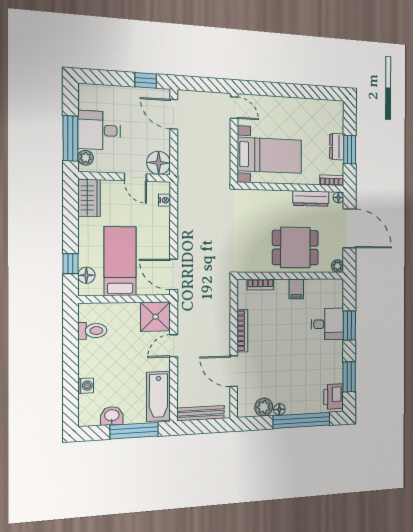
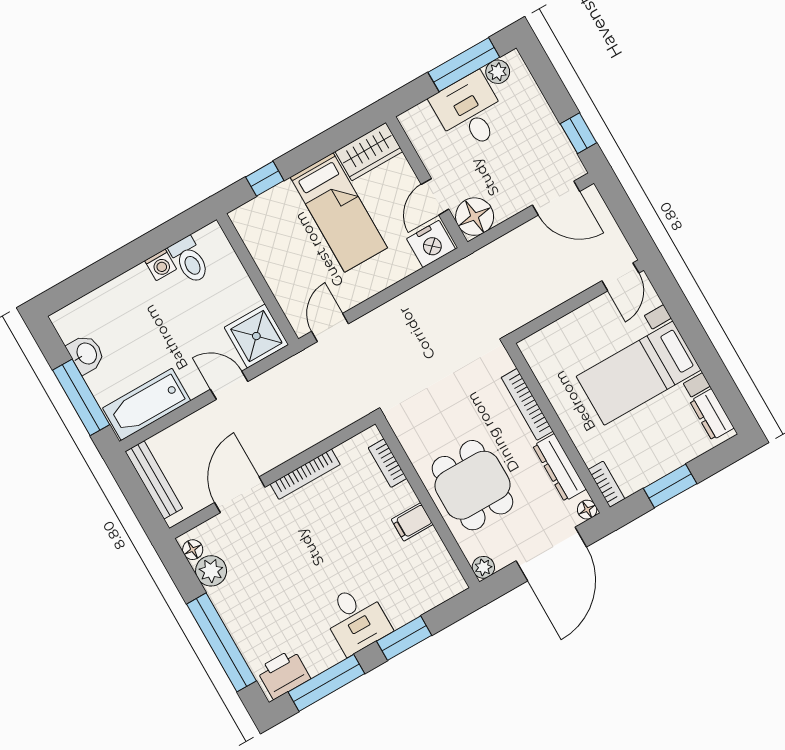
door: (174, 114) -> (556, 198), swing flipped
window: (70, 138) -> (464, 65), moved
dresser: (337, 147) -> (712, 415), moved, turned -90
bed with nightstands: (270, 155) -> (639, 373), moved, turned 90
plant: (86, 158) -> (498, 72), moved
bookcase: (271, 195) -> (527, 404), added
nightstand: (164, 200) -> (431, 244), width x1.89, depth x1.79
bed: (120, 261) -> (339, 212), moved, turned 90
door: (174, 274) -> (330, 328), width x0.73
floor lamp: (86, 275) -> (261, 209), removed
desk: (327, 324) -> (356, 619), moved
window: (349, 377) -> (326, 683), width x1.44
washing machine: (86, 386) -> (161, 265), moved
floor lamp: (279, 409) -> (193, 550), moved

